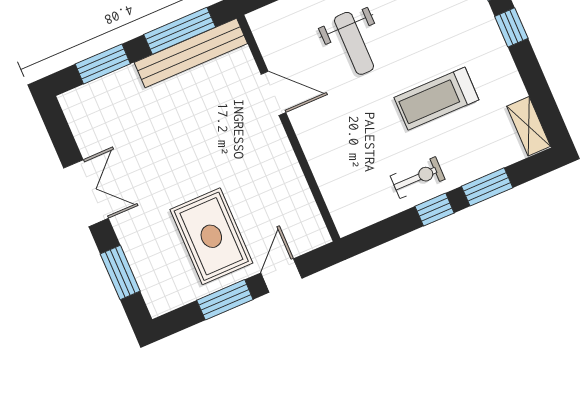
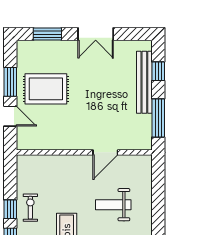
bench: (191, 53) -> (144, 82), moved
window: (103, 64) -> (158, 71), width x0.67
exercise bike: (418, 178) -> (30, 208), turned 180

